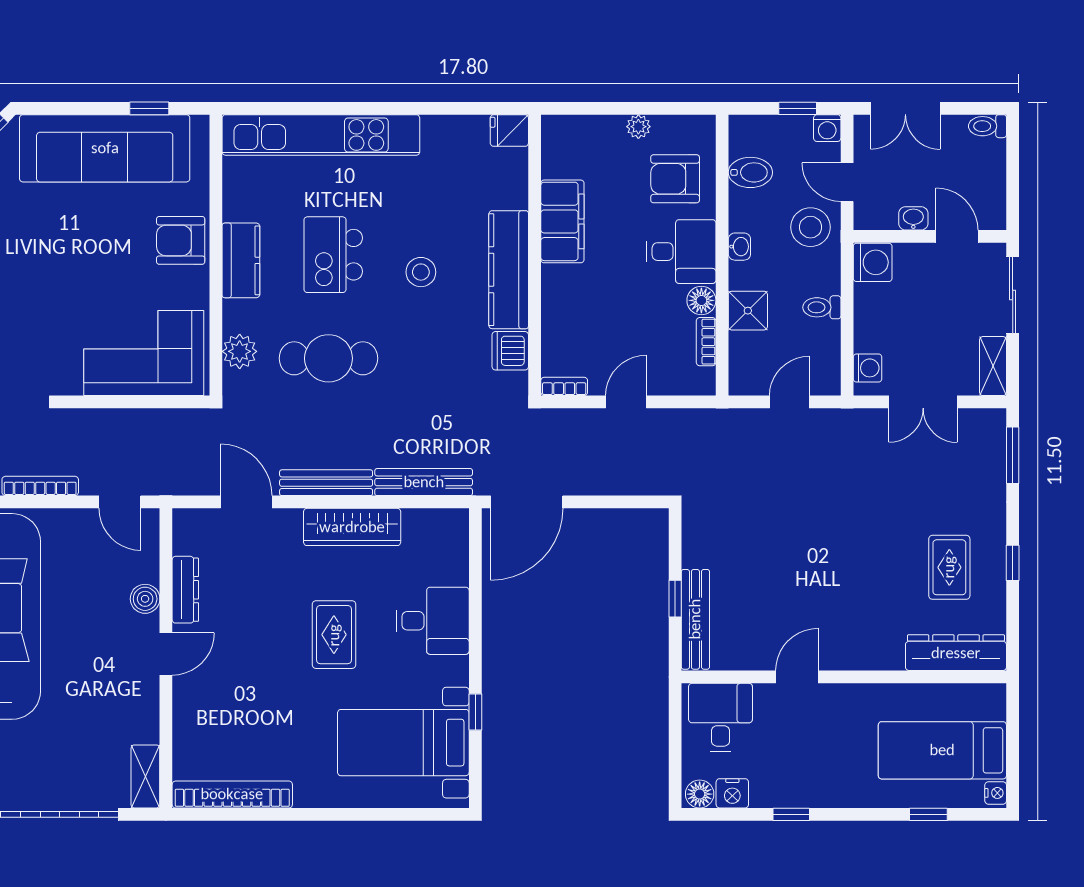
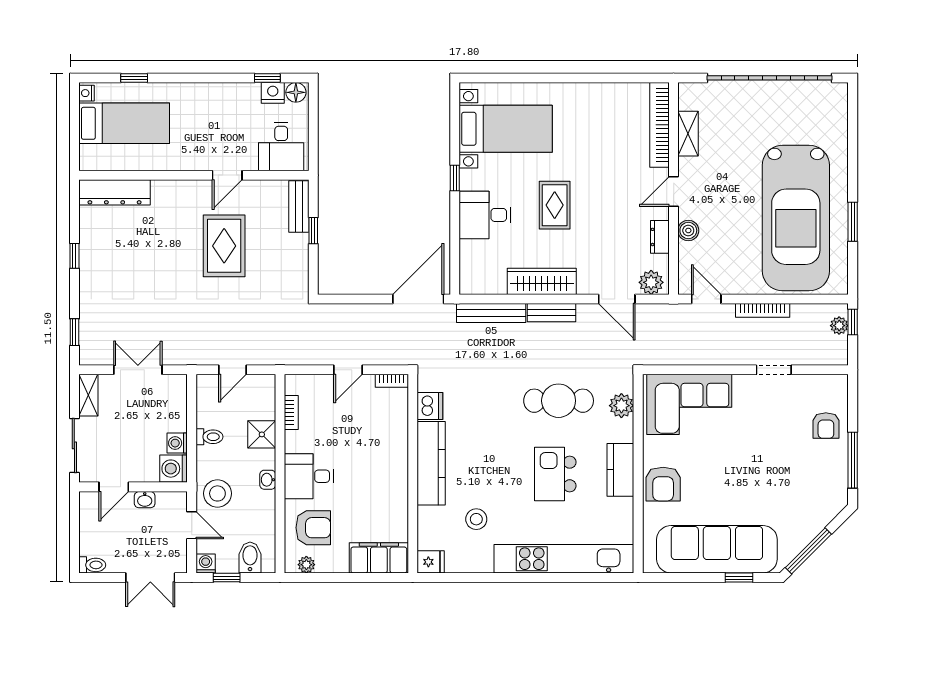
window: (149, 108) -> (739, 578), moved
double door: (905, 108) -> (150, 578), swing flipped
plant: (638, 127) -> (306, 565), moved
bidet: (750, 172) -> (250, 558), moved, turned 90
filing cabinet: (562, 221) -> (379, 558), moved, turned 90
door: (957, 236) -> (114, 487), hinge flipped
armchair: (181, 240) -> (663, 484), turned 90
kitchen island: (333, 255) -> (555, 474), turned 180
stool: (421, 272) -> (476, 519), moved
floor lamp: (701, 300) -> (295, 442), removed
washing machine: (867, 368) -> (177, 443), moved
window: (1013, 455) -> (74, 332), width x0.67
bench: (326, 483) -> (551, 313), width x0.73
plant: (198, 525) -> (651, 282), added
rug: (949, 567) -> (224, 246), moved, width x1.36, depth x1.43
dresser: (185, 590) -> (660, 237), width x0.70
bench: (695, 619) -> (299, 207), width x0.73
window: (475, 712) -> (455, 178), moved
shelving: (145, 776) -> (688, 134), moved
bookcase: (232, 794) -> (659, 125), moved, turned 90
window: (791, 814) -> (267, 78), moved

